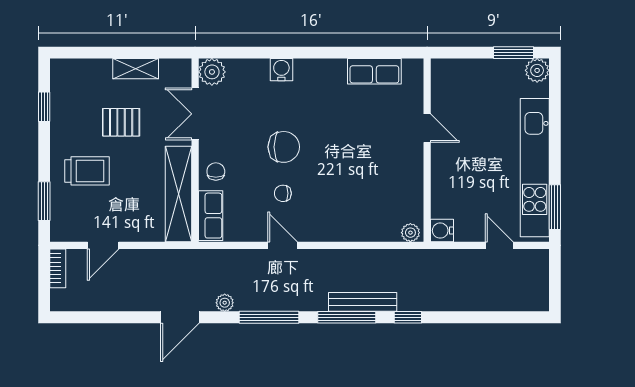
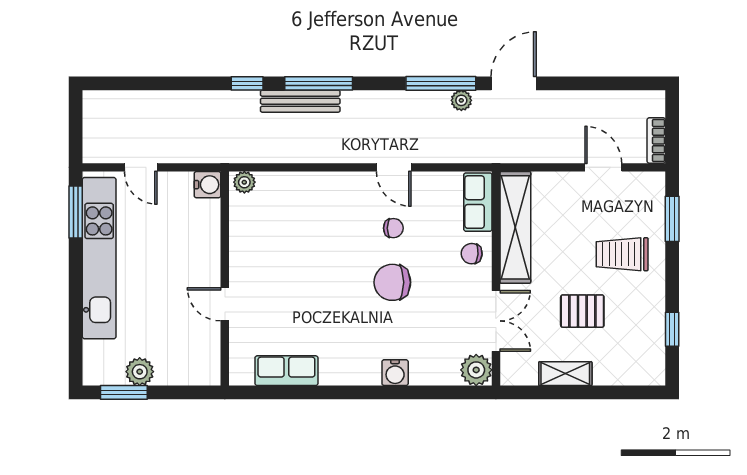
plant: (537, 70) -> (140, 372), moved
chair: (216, 171) -> (472, 254), turned 95
door: (103, 245) -> (603, 167), hinge flipped
window: (269, 317) -> (441, 83), moved

